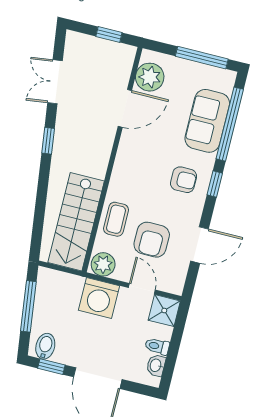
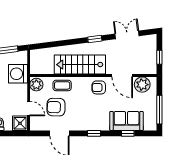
window: (230, 124) -> (128, 133), width x0.32
armchair: (184, 180) -> (99, 87), moved, turned 90
stairs: (76, 222) -> (80, 65), moved
door: (142, 289) -> (29, 108), hinge flipped
washing machine: (99, 298) -> (18, 74), moved

